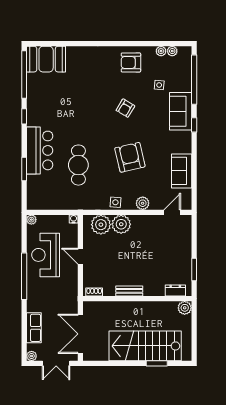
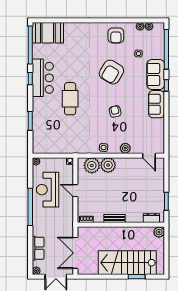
armchair: (131, 62) -> (116, 35), turned -90
armchair: (125, 108) -> (111, 72), width x1.88, depth x1.88
bar counter: (40, 150) -> (43, 78), moved
armchair: (130, 157) -> (115, 111), width x0.53, depth x0.53
cafe table: (78, 165) -> (70, 99), moved
sofa: (182, 171) -> (157, 104), moved
door: (172, 212) -> (149, 156), swing flipped

